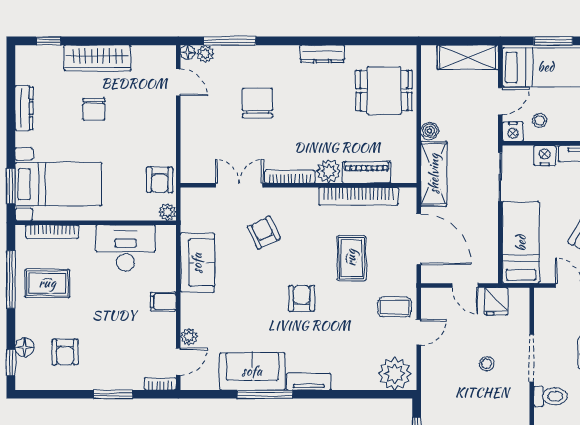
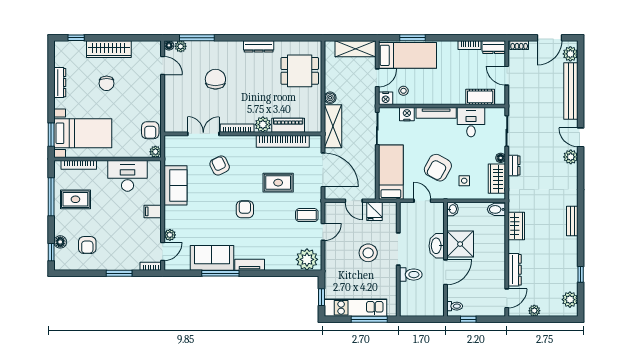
rug: (351, 258) -> (278, 183), turned 90
stool: (487, 364) -> (368, 253), width x1.89, depth x1.89

